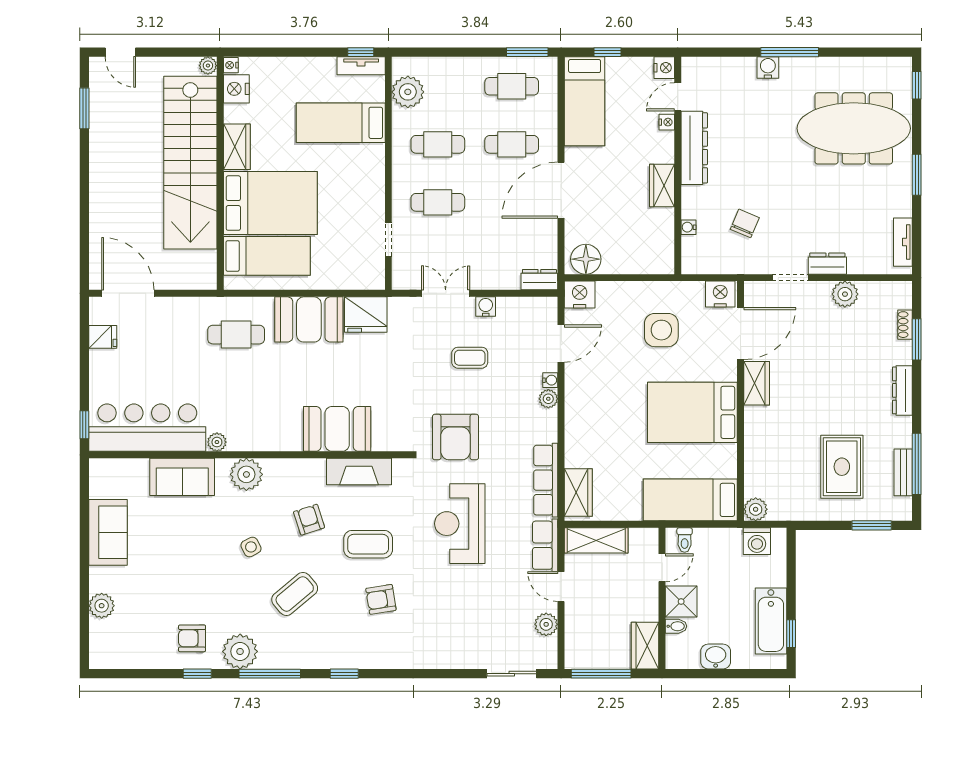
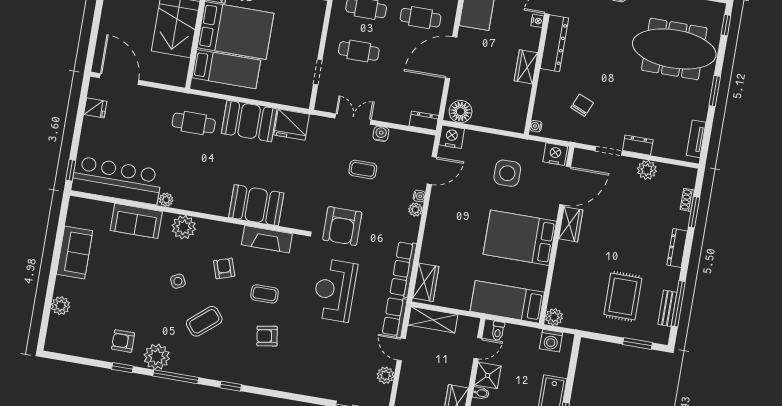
water cooler: (688, 227) -> (536, 126), moved
coffee table: (368, 544) -> (265, 294), width x0.73, depth x0.77

